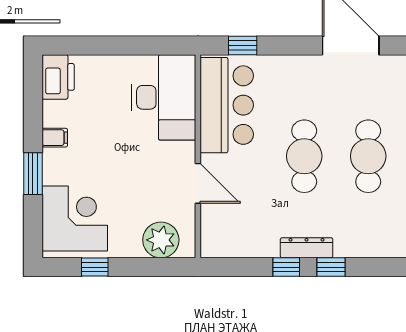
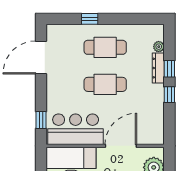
door: (198, 183) -> (121, 146), width x1.36
dresser: (307, 248) -> (158, 68), moved
plant: (369, 249) -> (159, 47), added

